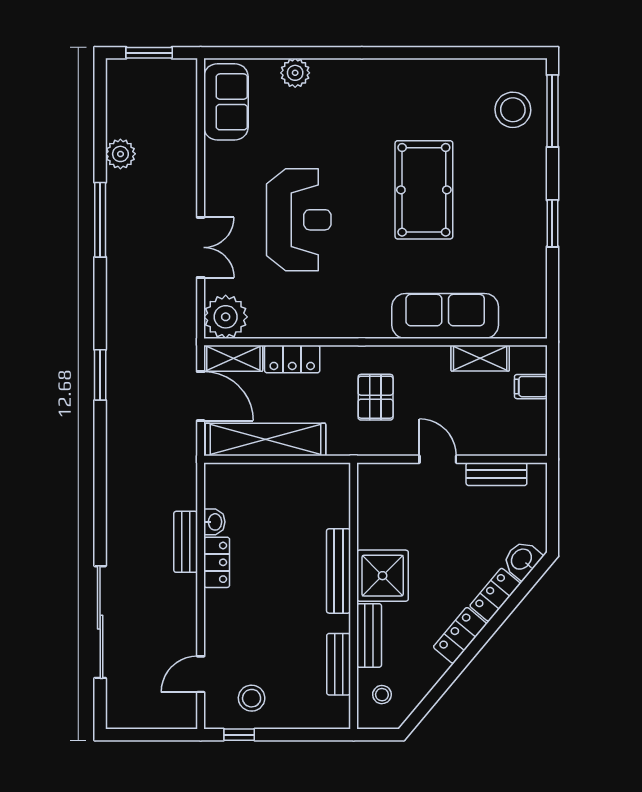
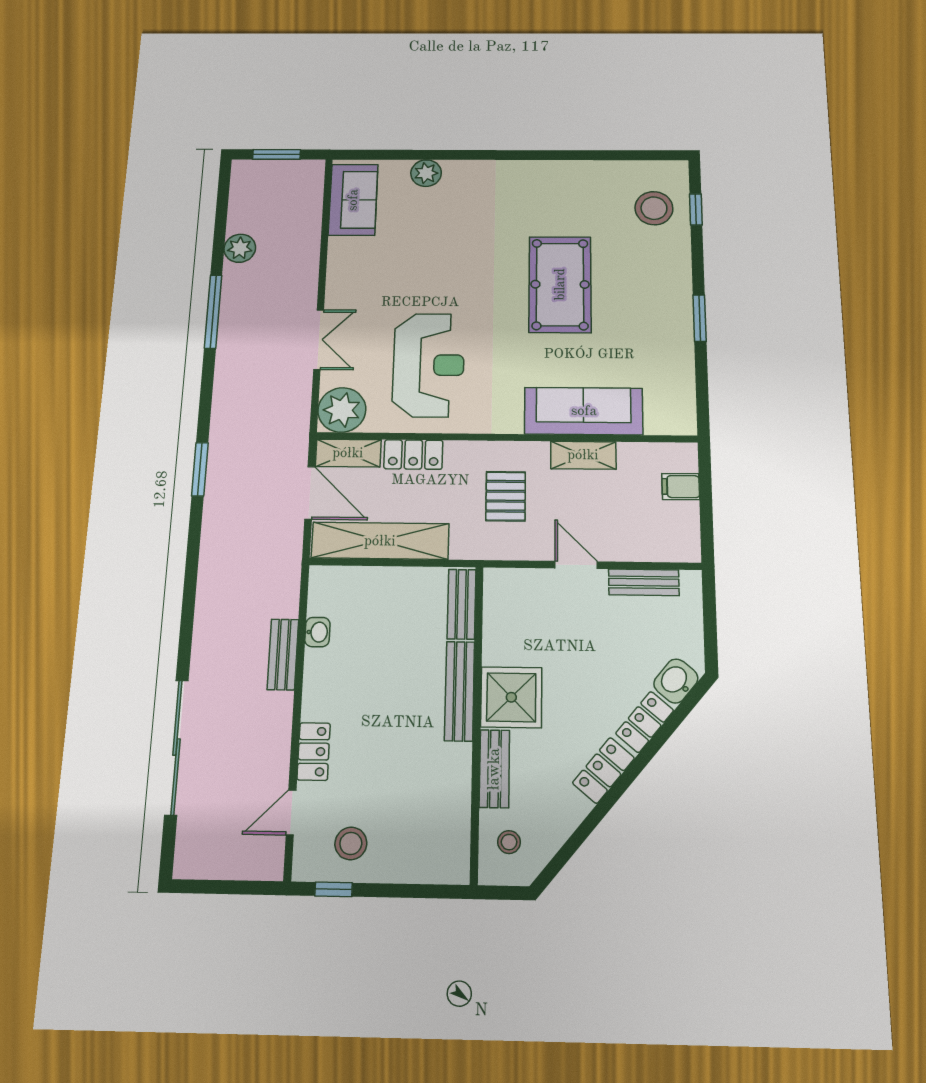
window: (552, 111) -> (696, 209), width x0.46
reception desk: (299, 220) -> (429, 365), moved
shelving: (480, 358) -> (583, 455), moved
locker: (217, 562) -> (314, 751), moved
bench: (339, 664) -> (462, 604), moved

